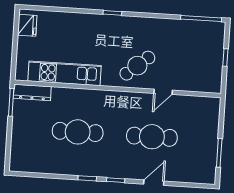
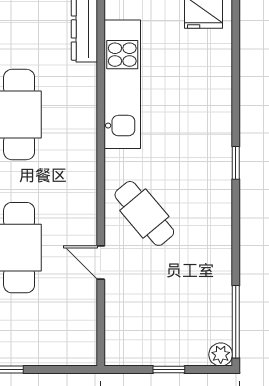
plant: (219, 28) -> (221, 355), added

